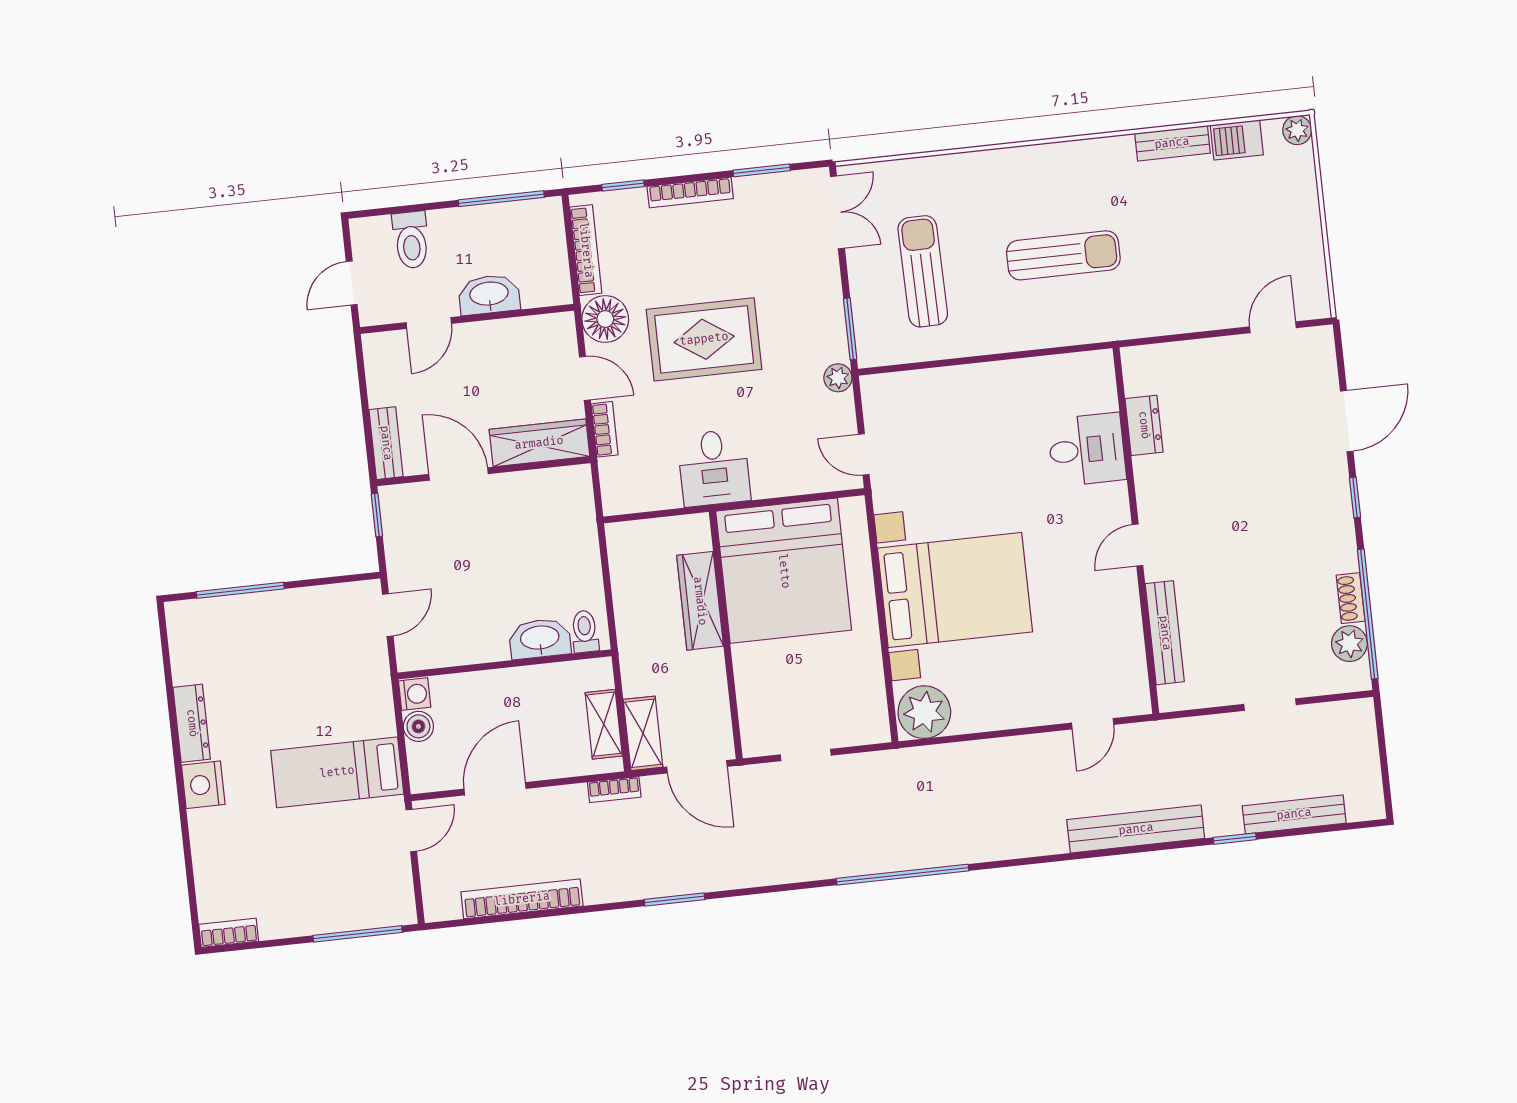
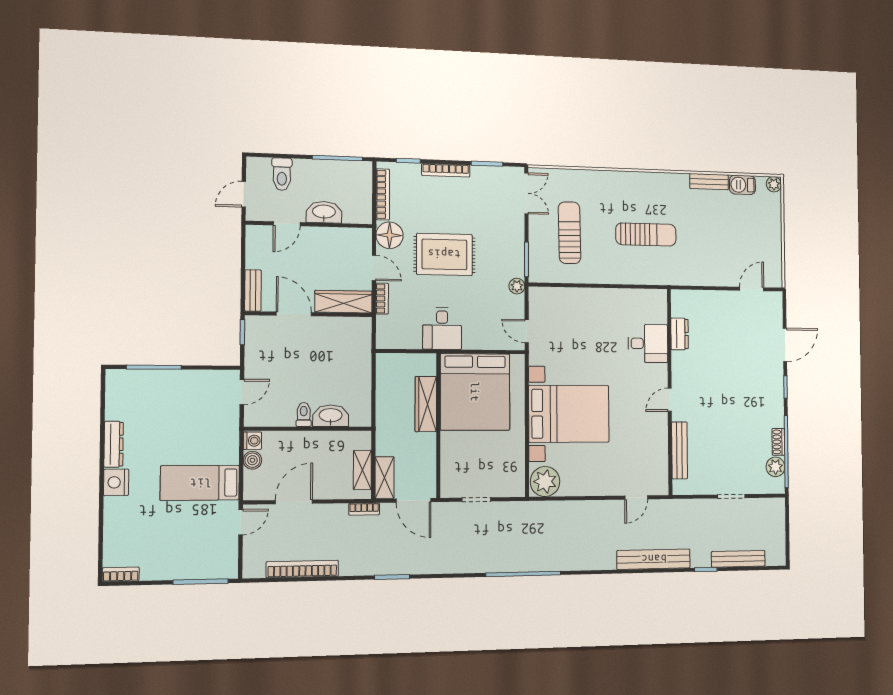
toilet: (585, 631) -> (304, 415), moved

